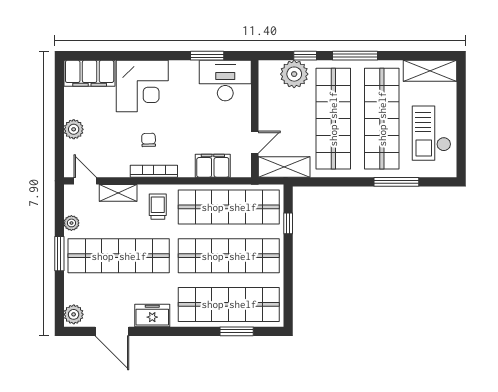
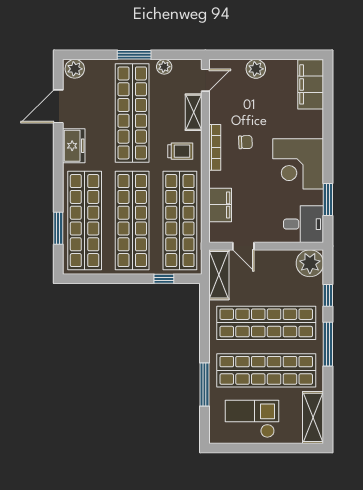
plant: (294, 74) -> (310, 263), moved
desk: (225, 81) -> (304, 224), width x0.73
corner desk: (142, 86) -> (298, 164), moved

